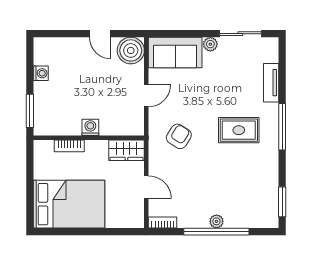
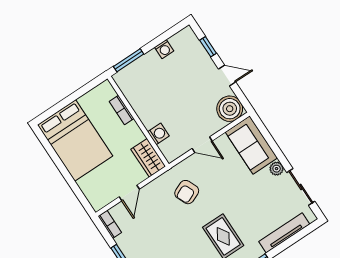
window: (64, 34) -> (208, 47), added
door: (100, 34) -> (227, 75), swing flipped
tv unit: (271, 83) -> (284, 233), width x1.41
washing machine: (90, 127) -> (158, 134), moved
armchair: (179, 136) -> (187, 192), turned 123

